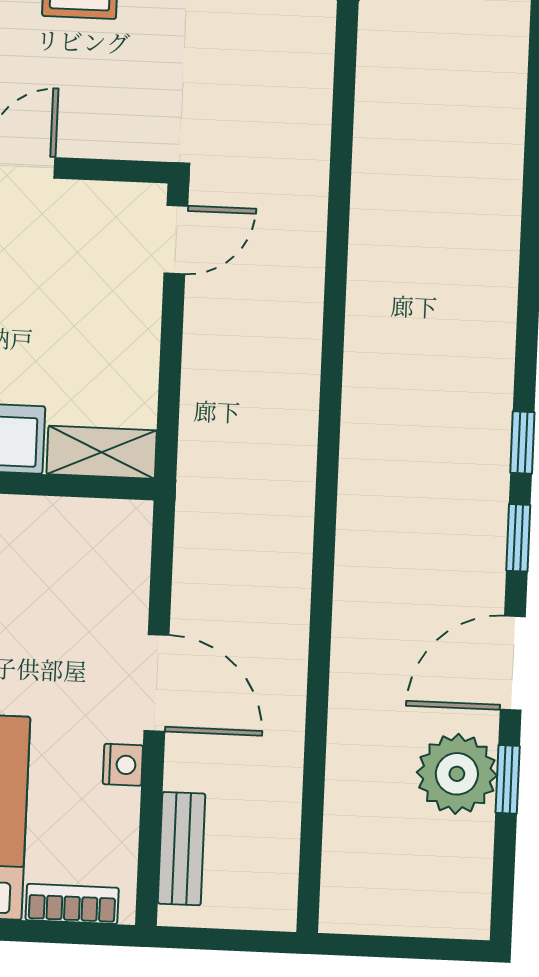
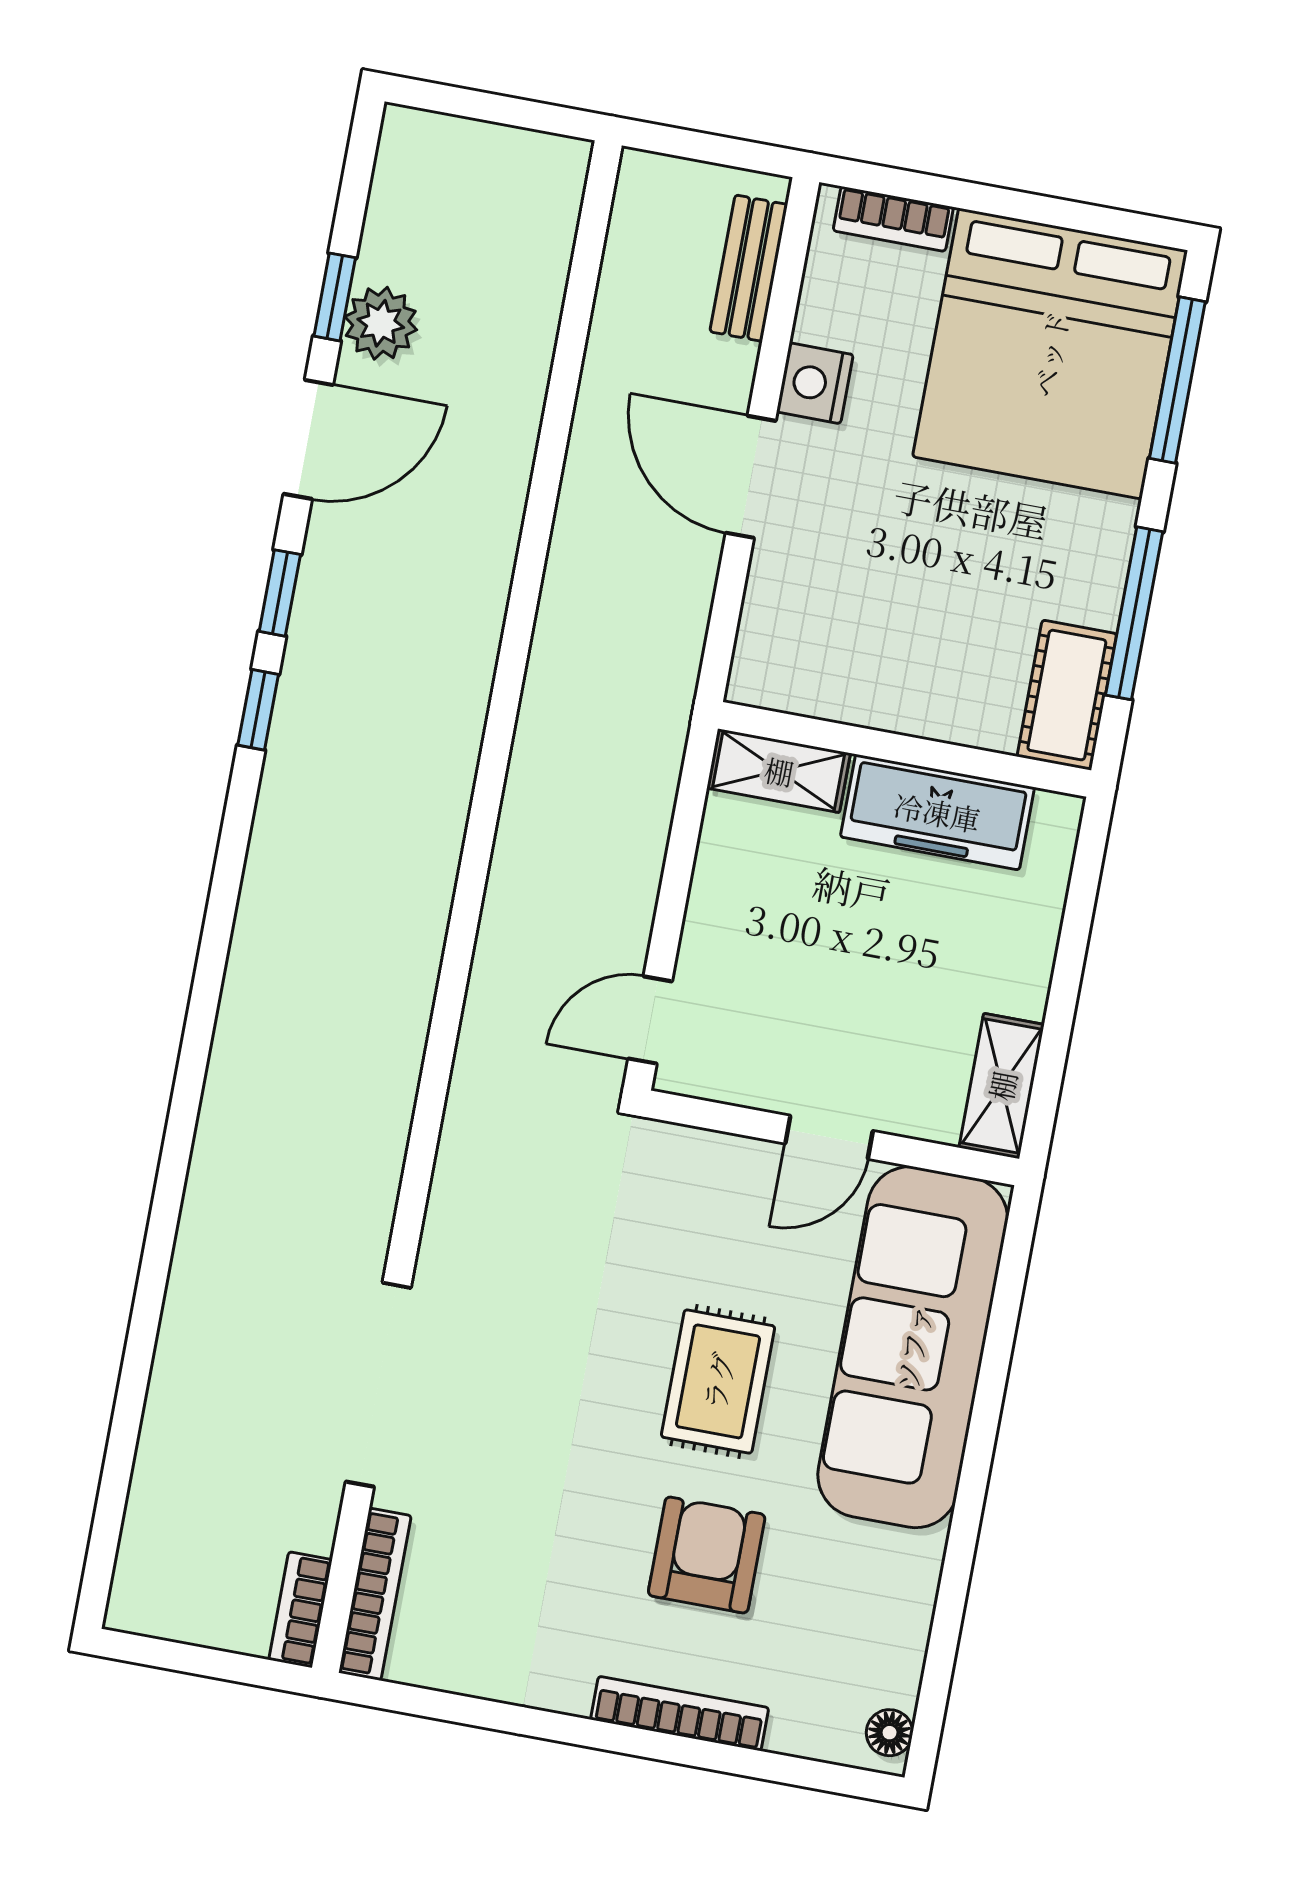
nightstand: (123, 765) -> (815, 383), width x1.39, depth x1.35
plant: (457, 774) -> (381, 323), width x0.73, depth x0.73

